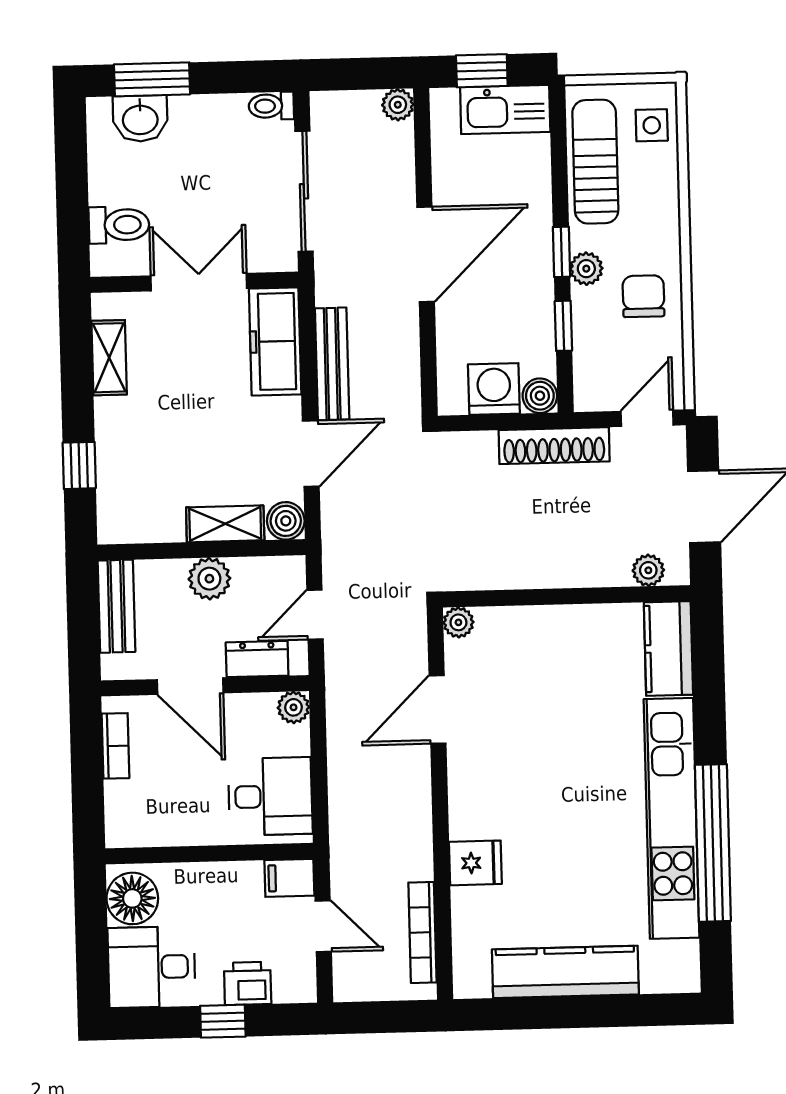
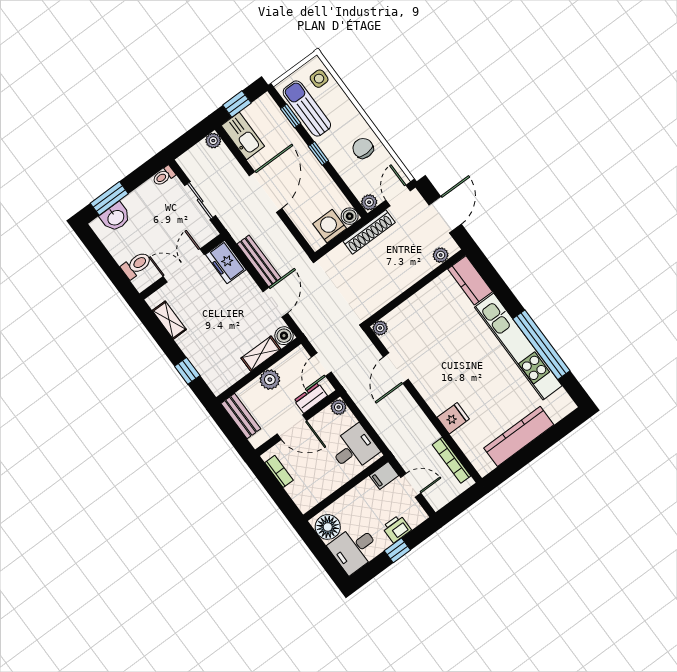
kitchen sink: (505, 110) -> (243, 136), moved, turned -90
sliding door: (304, 191) -> (200, 201), width x0.73
plant: (586, 269) -> (369, 202), moved
window: (563, 326) -> (291, 116), moved
freezer: (275, 341) -> (226, 262), width x0.71

